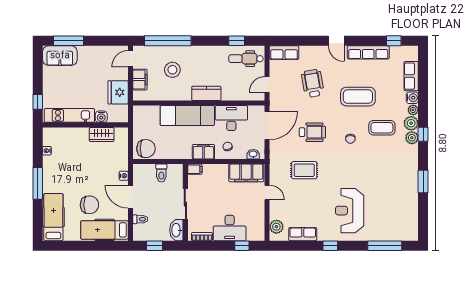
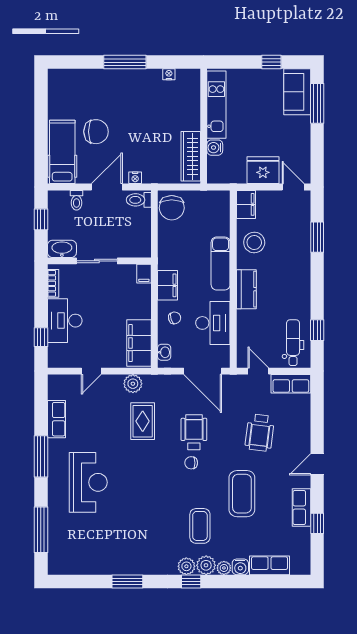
window: (168, 41) -> (317, 237), width x0.47
window: (394, 41) -> (317, 523), moved
row of seats: (368, 52) -> (301, 508), width x0.68
row of seats: (284, 53) -> (291, 384), moved, turned -90
stool: (172, 70) -> (254, 242), moved
filing cabinet: (140, 80) -> (246, 204), moved, turned -90
wheelchair: (313, 83) -> (260, 433), turned 107
fridge: (118, 92) -> (263, 170), moved
window: (38, 102) -> (271, 62), moved
exam couch: (187, 116) -> (221, 264), width x0.73, depth x0.69
wheelchair: (312, 132) -> (194, 432), turned 180
wardrobe: (102, 135) -> (191, 156), width x1.50
chair: (350, 139) -> (191, 463), moved
toilet: (161, 173) -> (139, 200), moved
door: (267, 192) -> (91, 371), moved
chair: (89, 205) -> (96, 132), turned -90
reception desk: (350, 211) -> (88, 482), turned 90
hospital bed: (53, 217) -> (79, 83), removed
plant: (276, 227) -> (133, 384), moved
window: (330, 246) -> (41, 456), width x2.17

